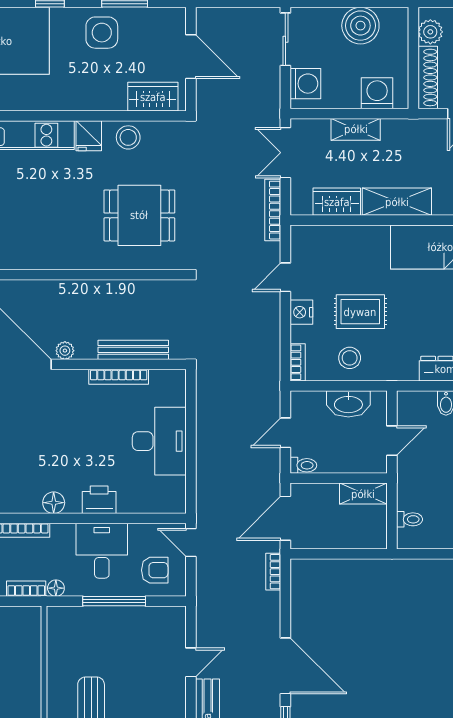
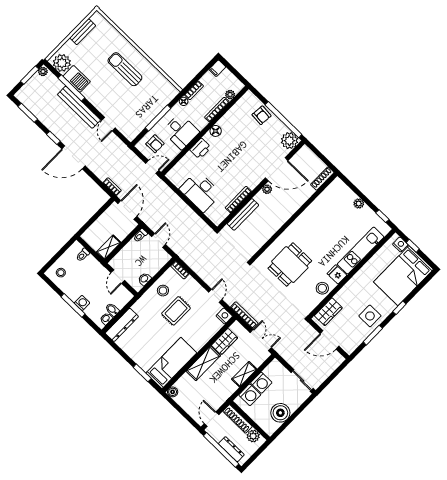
washing machine: (305, 84) -> (261, 383), moved, turned -90
nightstand: (301, 312) -> (224, 316), moved
washbasin: (348, 404) -> (144, 279), width x0.52, depth x0.69
armchair: (155, 570) -> (155, 144), turned -90

